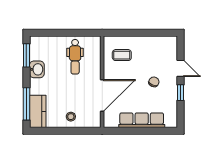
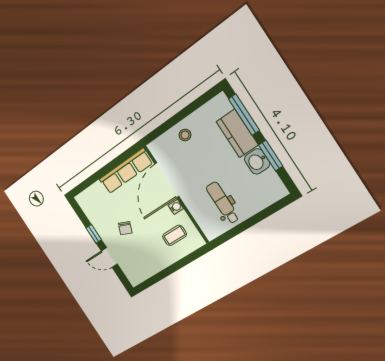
window: (26, 55) -> (271, 156), moved
water cooler: (108, 74) -> (176, 207), added
kitchen counter: (38, 111) -> (237, 133), moved
row of seats: (142, 120) -> (126, 171), moved

